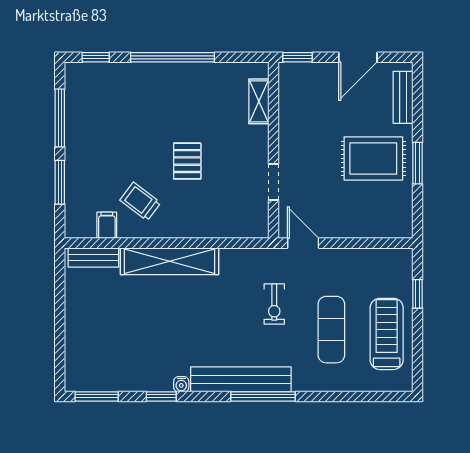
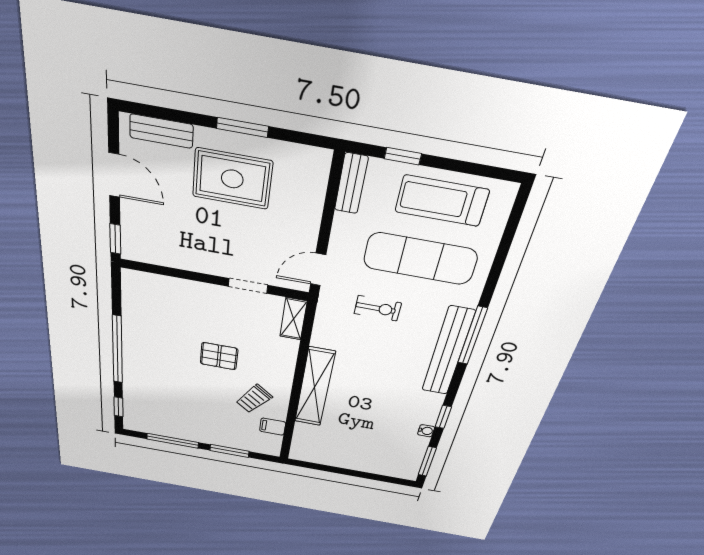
shelving: (259, 101) -> (293, 319), moved, turned 90
rug: (373, 159) -> (232, 179), turned 90
bench: (93, 257) -> (351, 184), moved
exercise mat: (331, 330) -> (420, 259), width x1.36, depth x1.45
water cooler: (181, 384) -> (426, 431), moved

